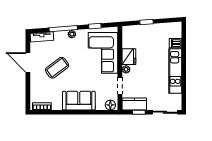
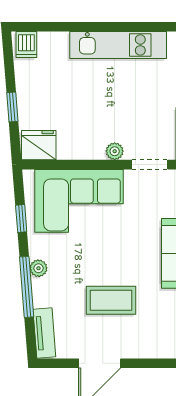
dishwasher: (175, 43) -> (26, 45), moved
fridge: (129, 57) -> (39, 145), moved
coffee table: (57, 68) -> (111, 300), turned -53

